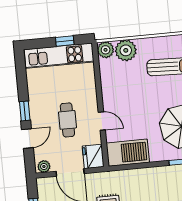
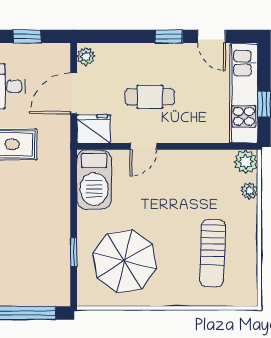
plant: (126, 50) -> (249, 191), width x0.53, depth x0.53
door: (27, 139) -> (212, 36), moved

